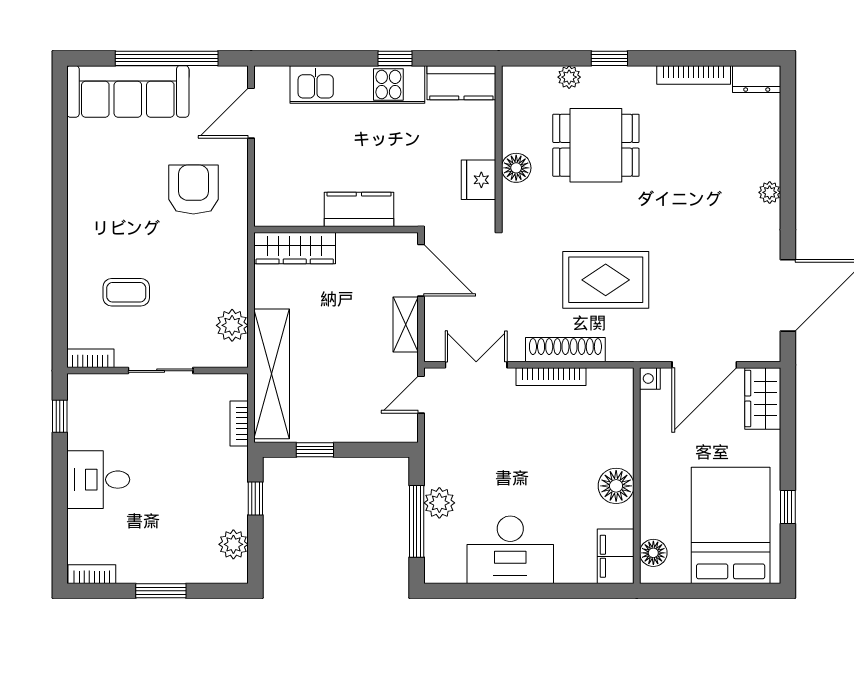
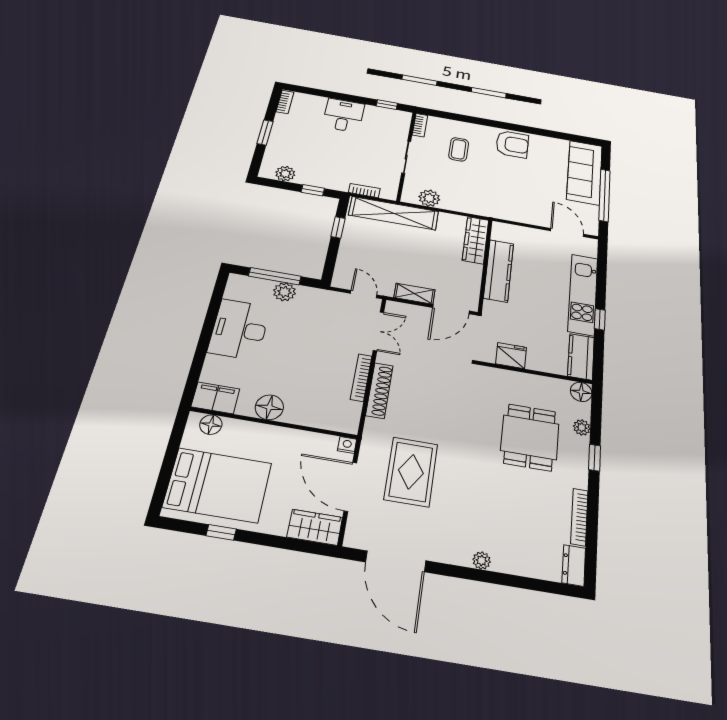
floor lamp: (516, 168) -> (581, 392), moved
armchair: (193, 190) -> (512, 144), moved
kitchen counter: (359, 209) -> (499, 271), width x1.50
rug: (606, 280) -> (411, 472), moved

